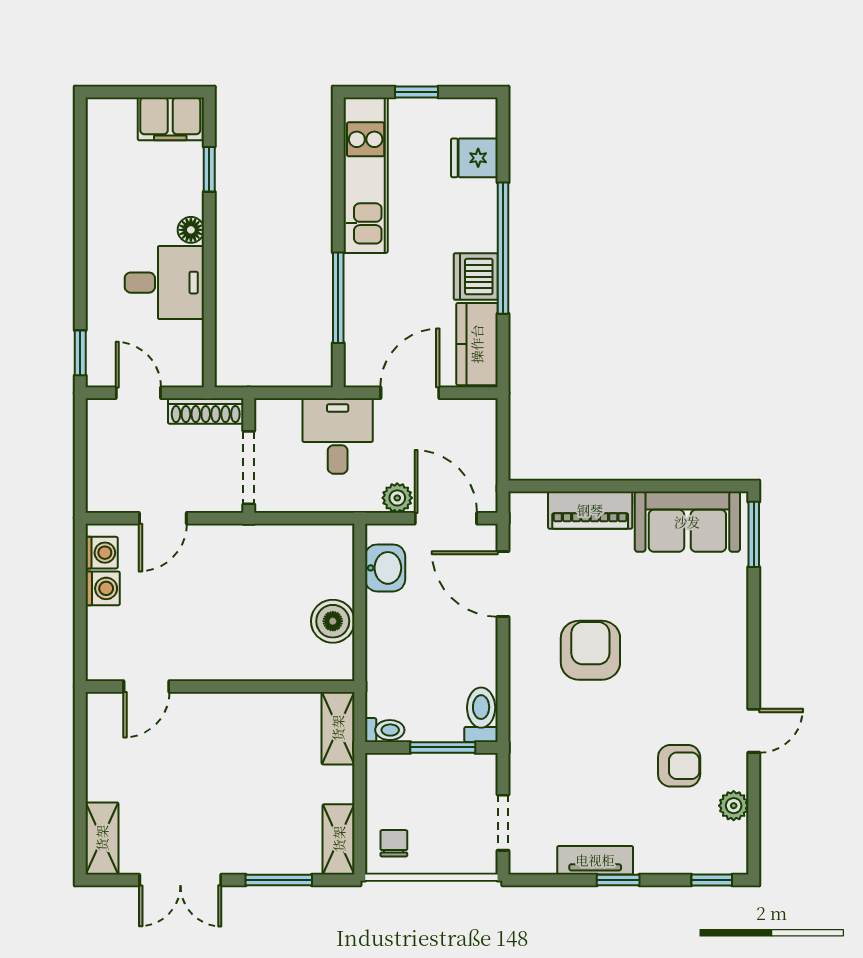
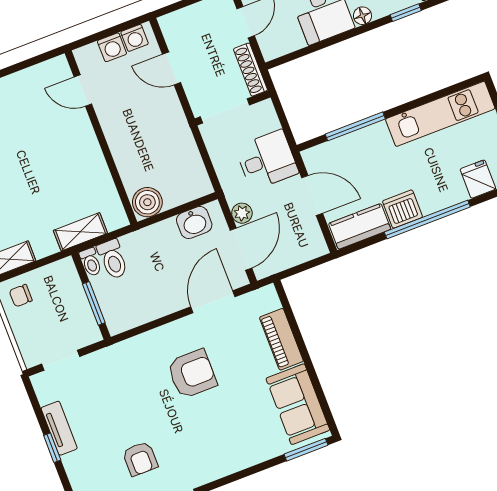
door: (146, 687) -> (83, 90), moved
wall: (220, 687) -> (101, 137), moved
toilet: (481, 715) -> (113, 259), moved, turned 90
chair: (394, 843) -> (21, 296), turned 180

